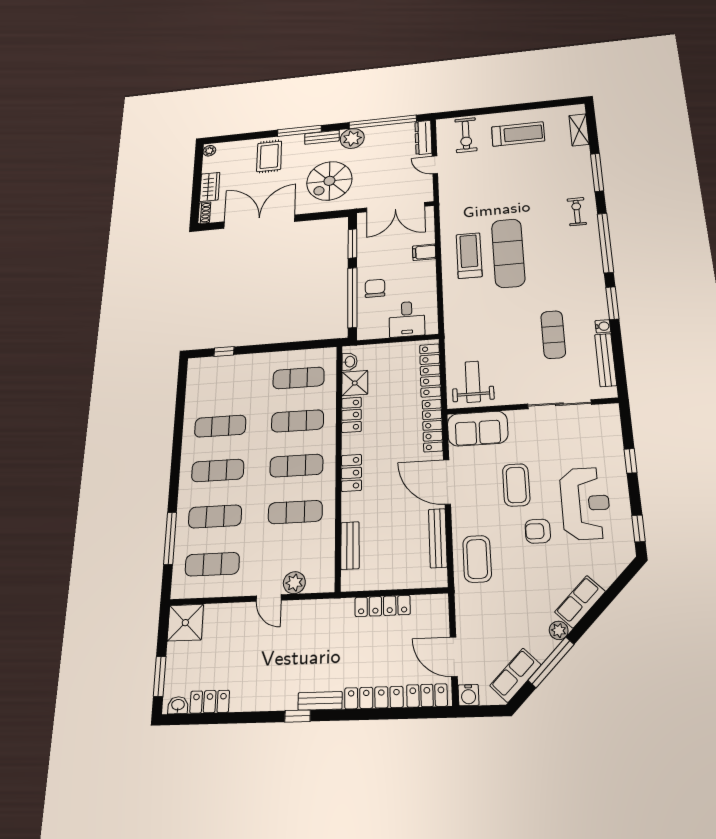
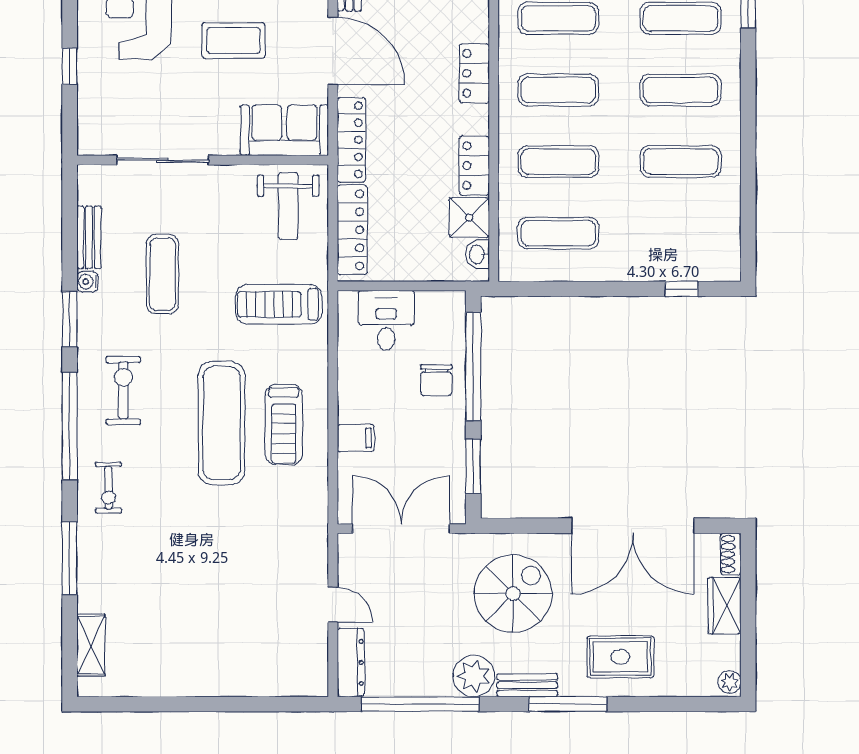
treadmill: (518, 134) -> (279, 304), moved
exercise bike: (466, 135) -> (123, 390), moved
rug: (269, 156) -> (620, 657), turned 90
bench: (606, 360) -> (89, 237), width x0.73
coffee table: (516, 485) -> (233, 40), turned 90

